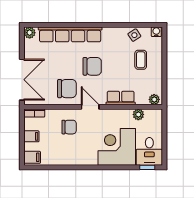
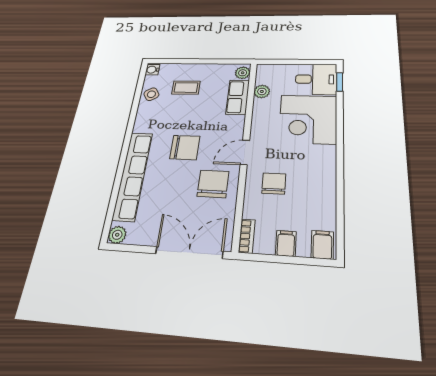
chair: (92, 66) -> (185, 147), turned 90
row of seats: (121, 98) -> (238, 97), moved

